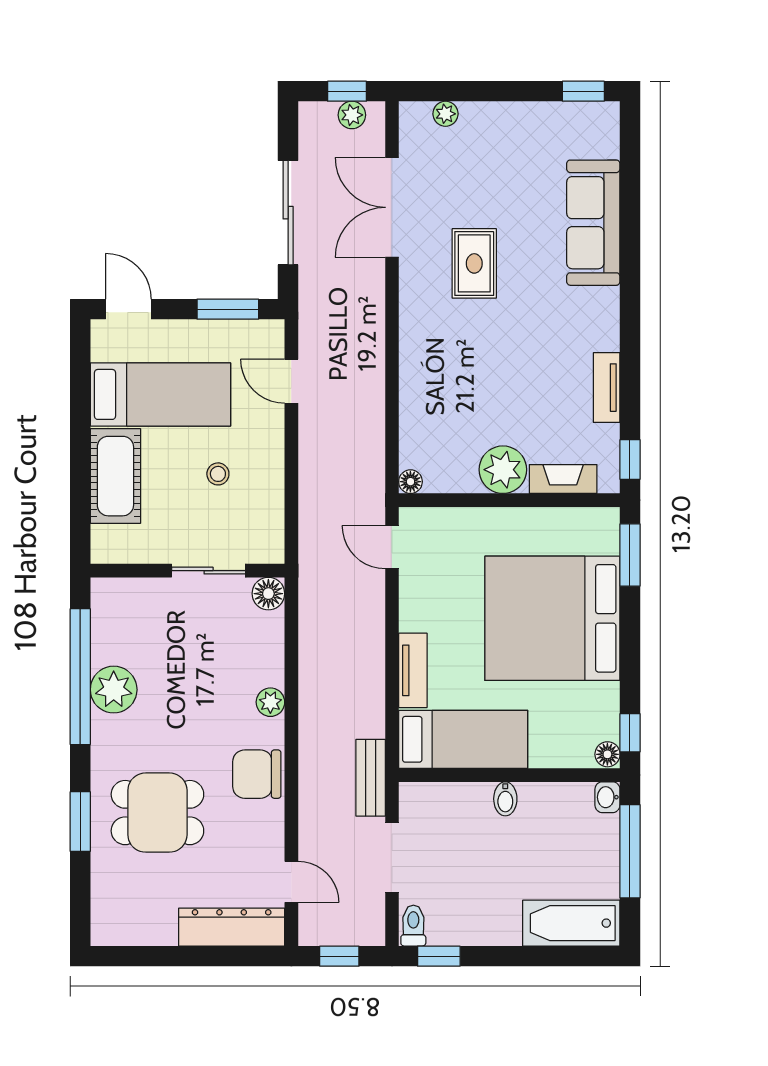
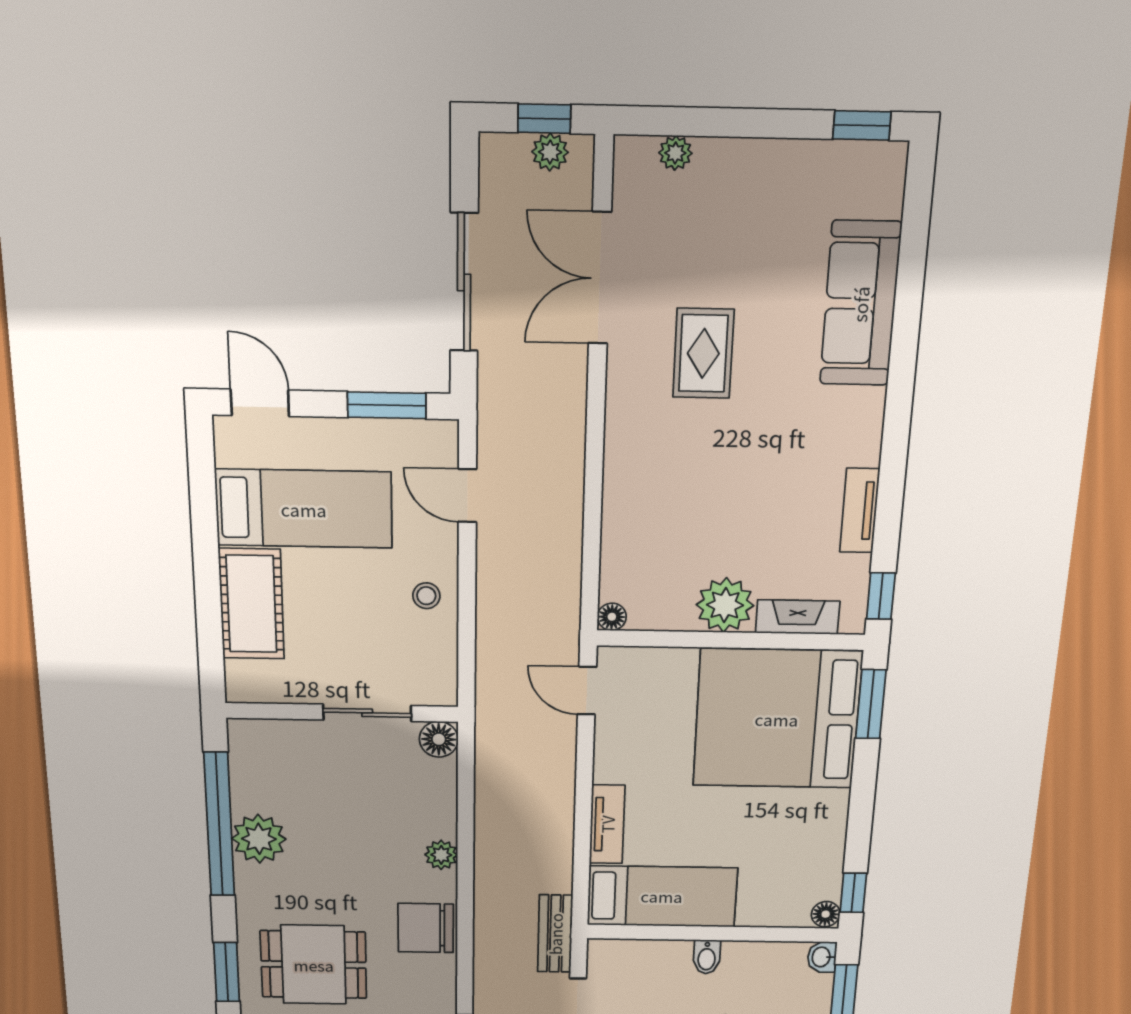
stool: (218, 474) -> (426, 596), moved
bed: (552, 618) -> (777, 719), moved

